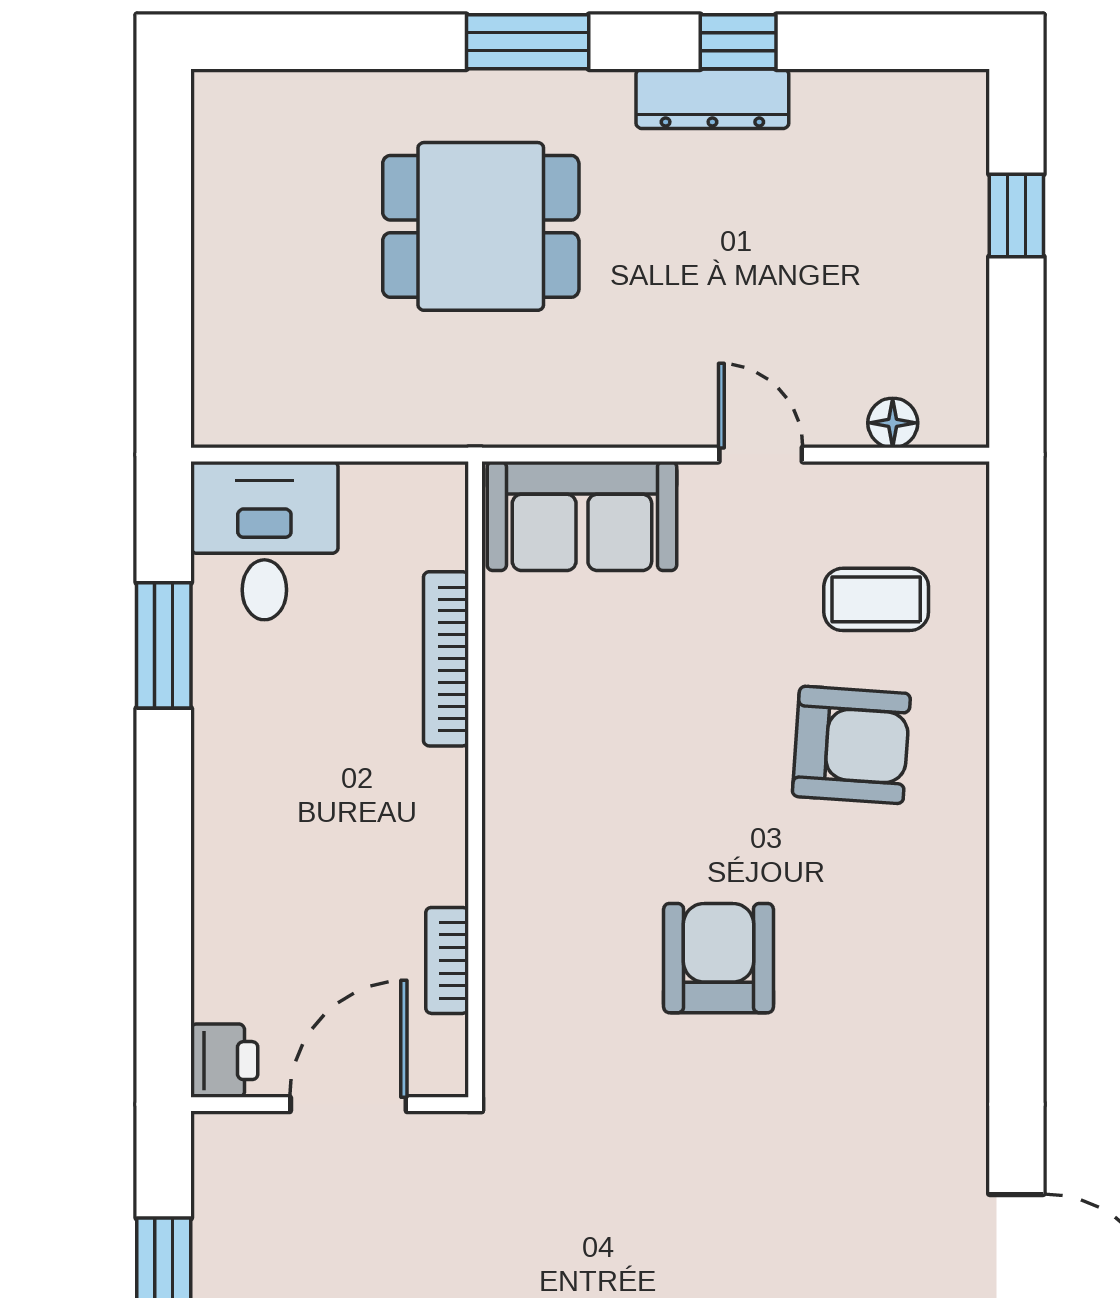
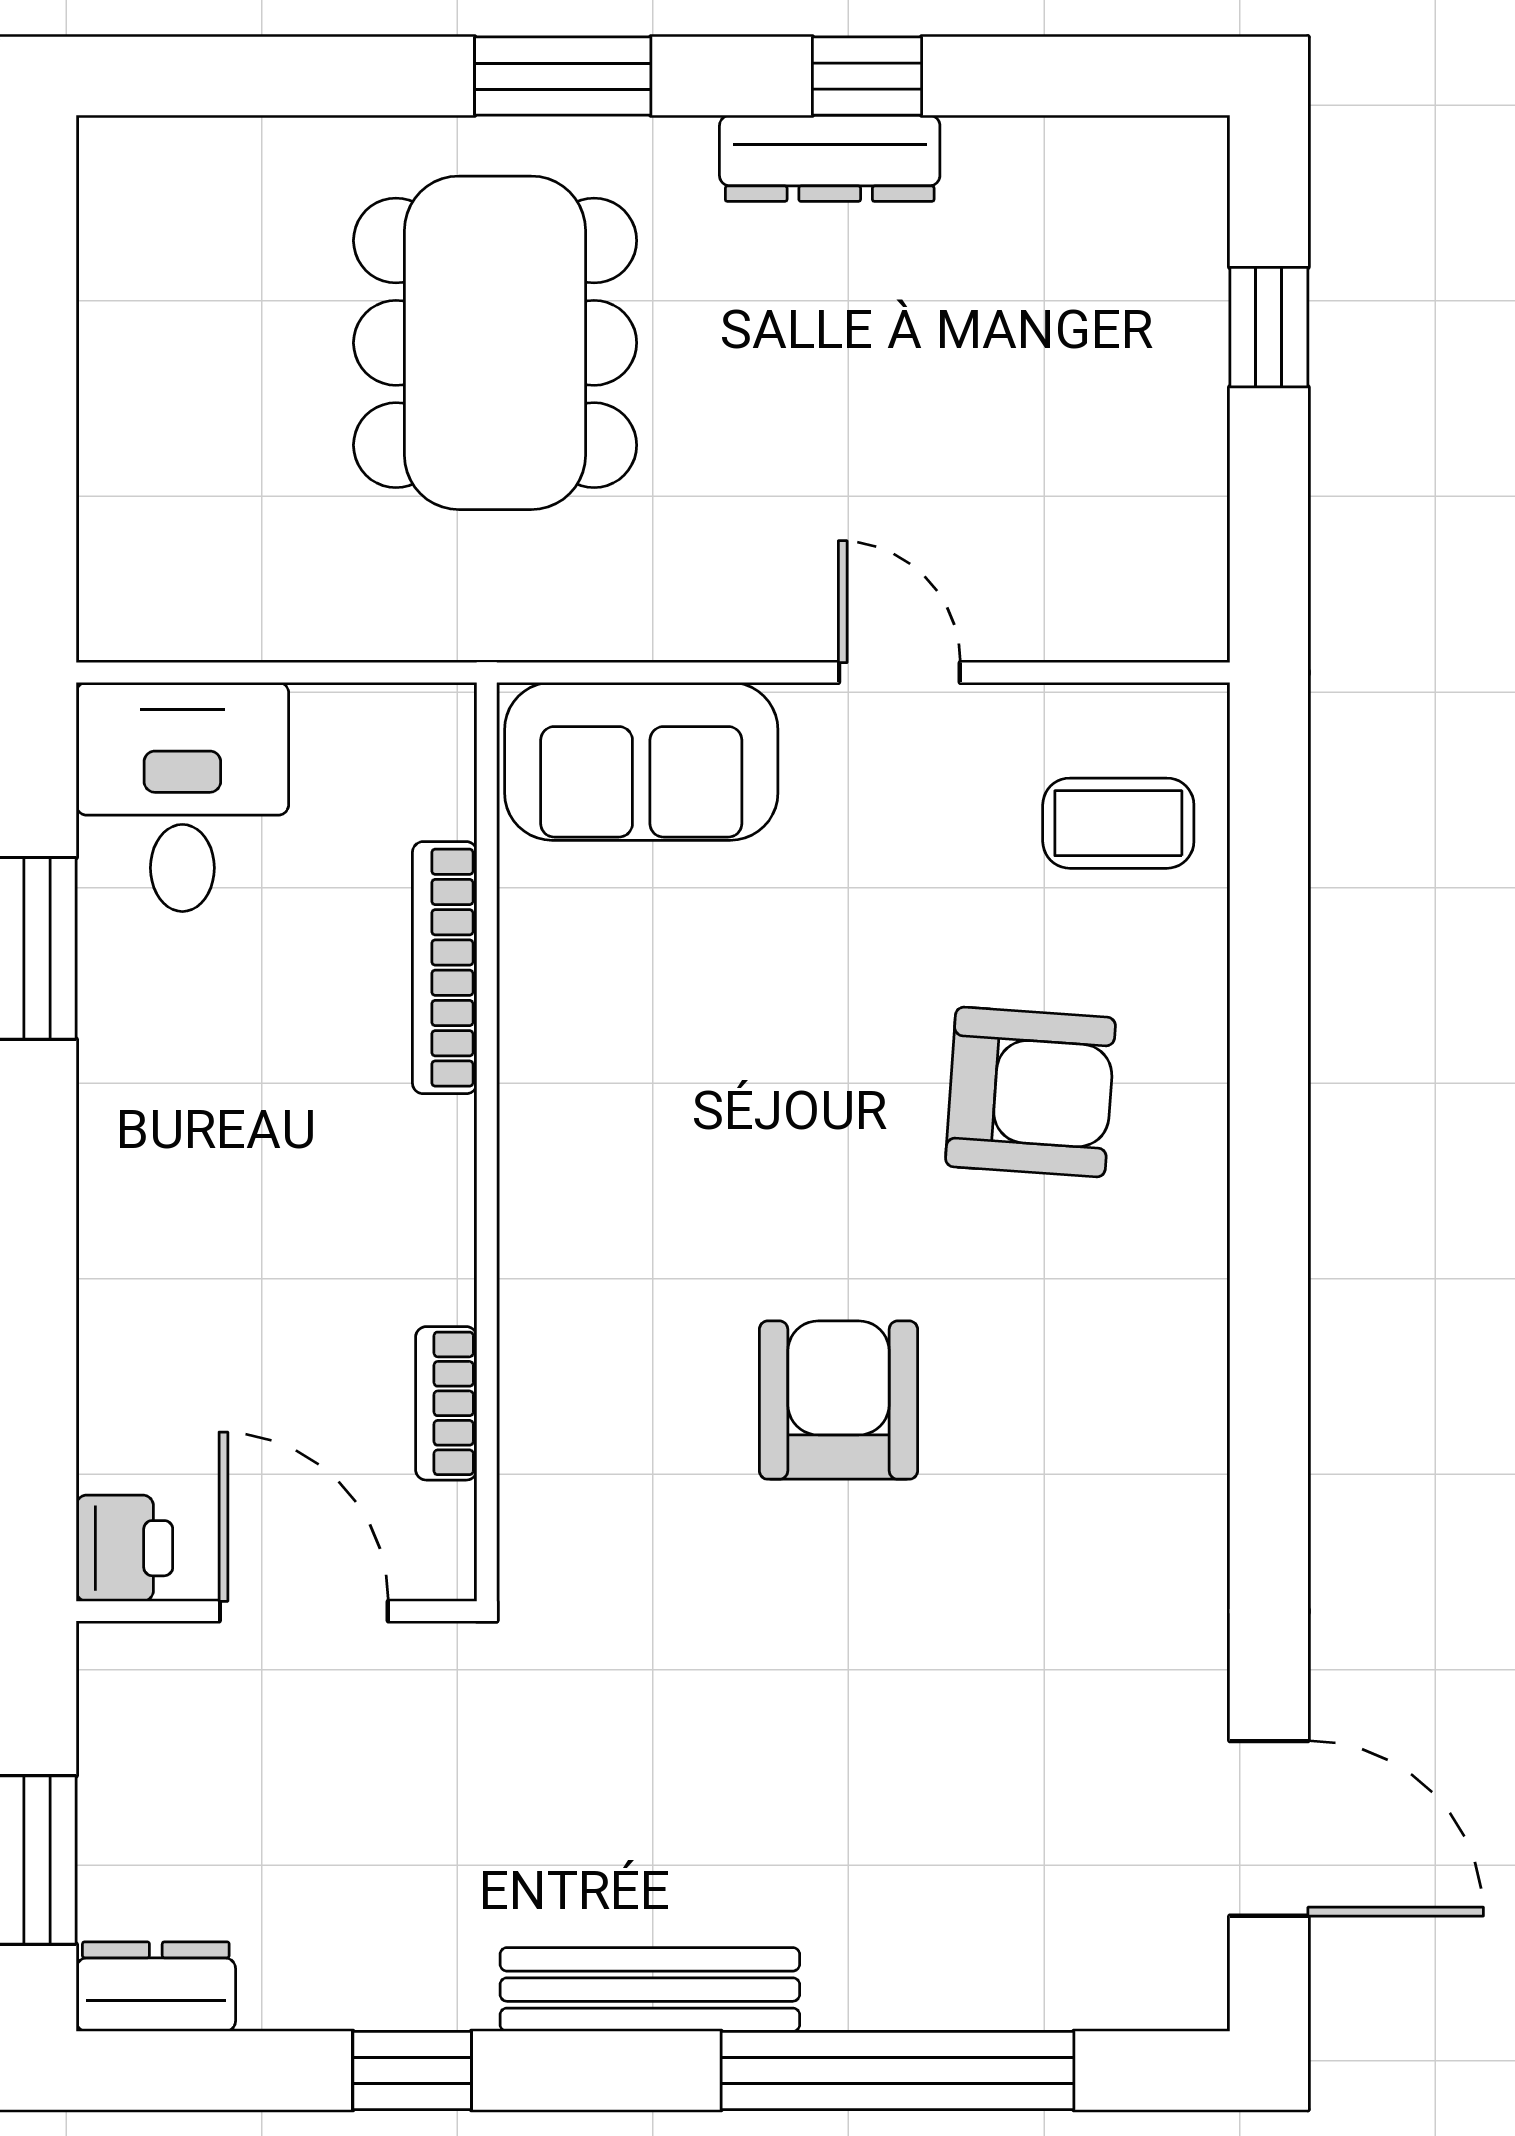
dining table: (481, 226) -> (495, 343), width x1.38
floor lamp: (893, 423) -> (1090, 627), removed
coffee table: (876, 599) -> (1118, 823), moved
door: (348, 1104) -> (304, 1611), hinge flipped

